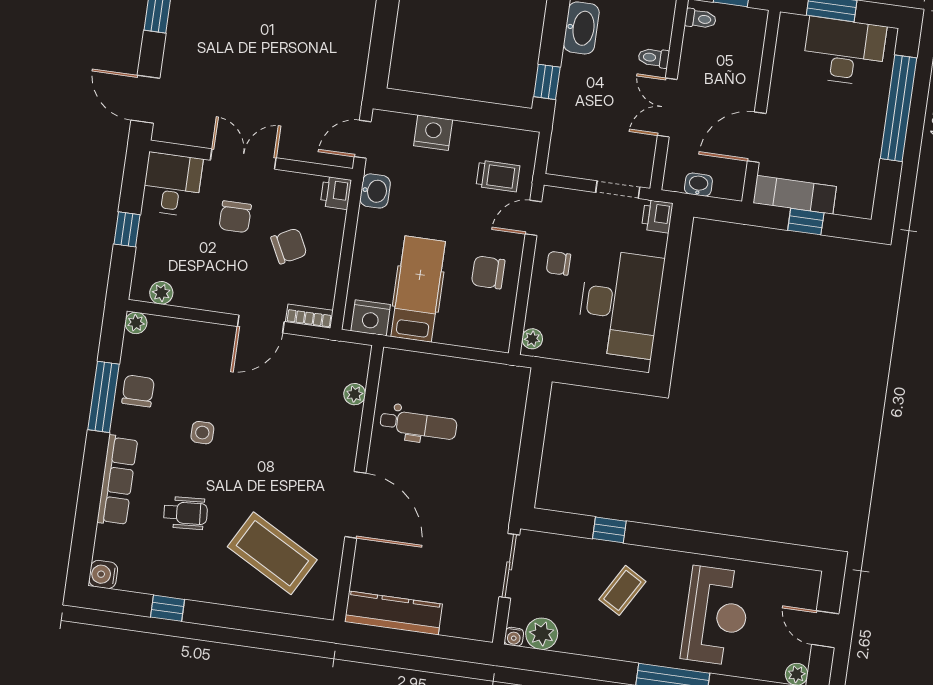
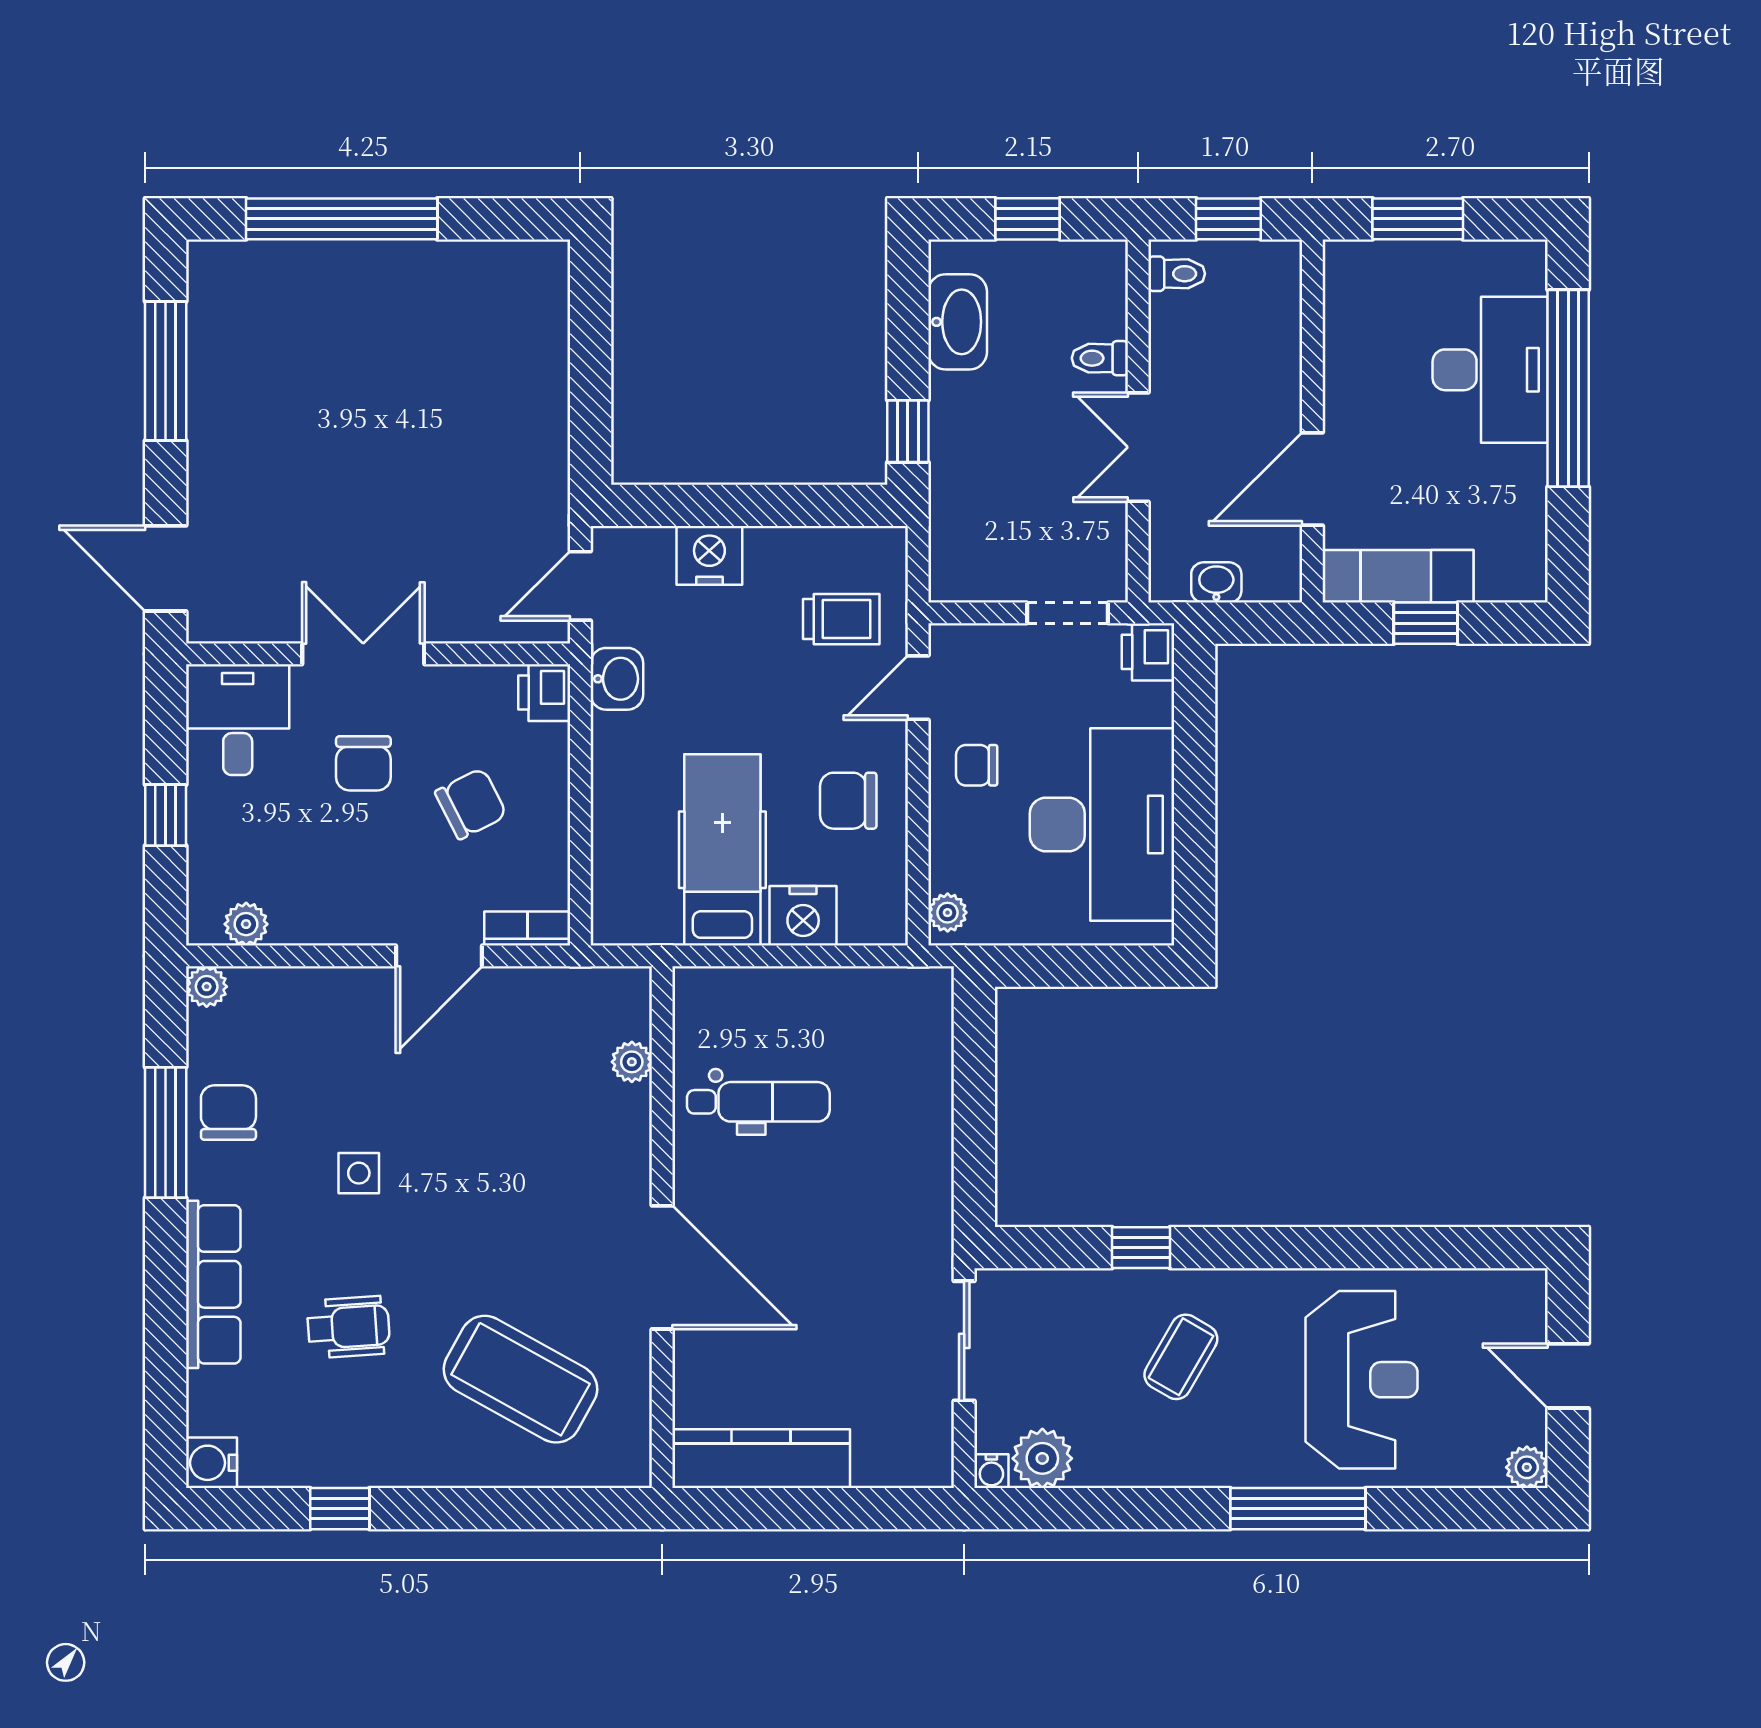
desk: (844, 51) -> (1490, 370), moved, turned 90
nightstand: (371, 318) -> (803, 916), moved

